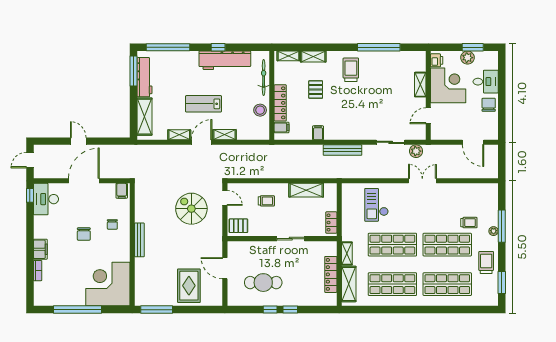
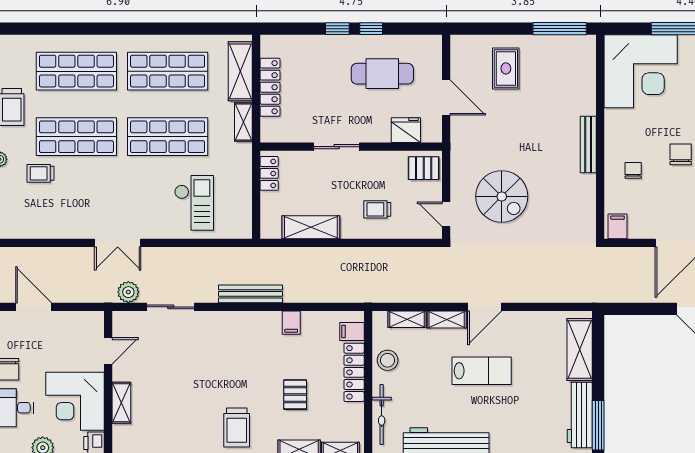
shelving: (179, 135) -> (407, 319), moved
fridge: (249, 249) -> (406, 130), added
rug: (189, 286) -> (506, 68), width x0.73, depth x0.70

